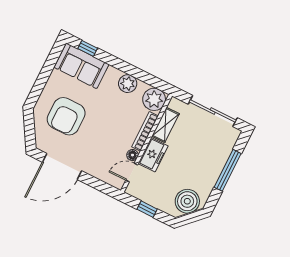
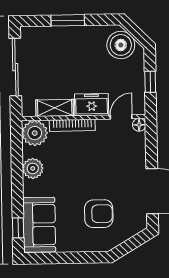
armchair: (66, 116) -> (99, 214), width x0.73, depth x0.73
floor lamp: (132, 155) -> (139, 125), moved
window: (228, 170) -> (68, 20), width x0.69
door: (132, 173) -> (121, 117), swing flipped

